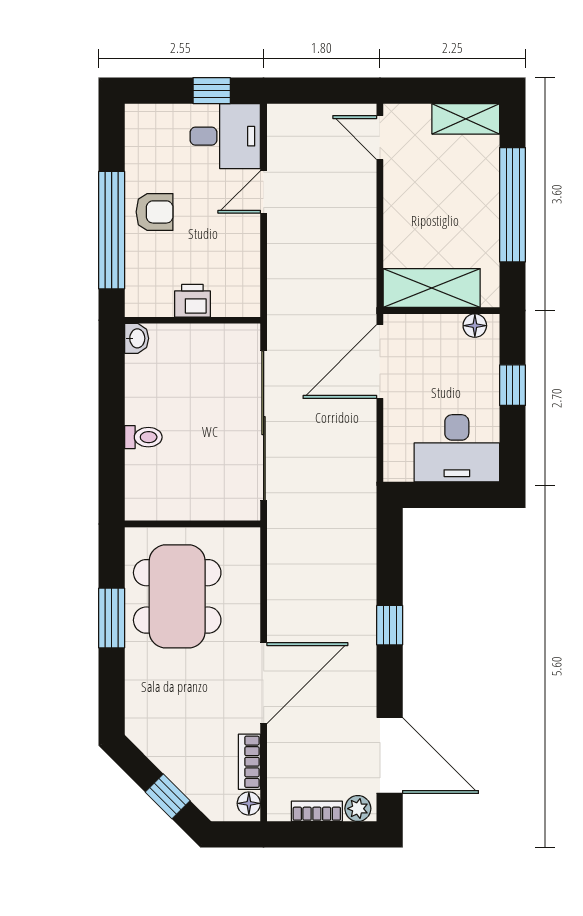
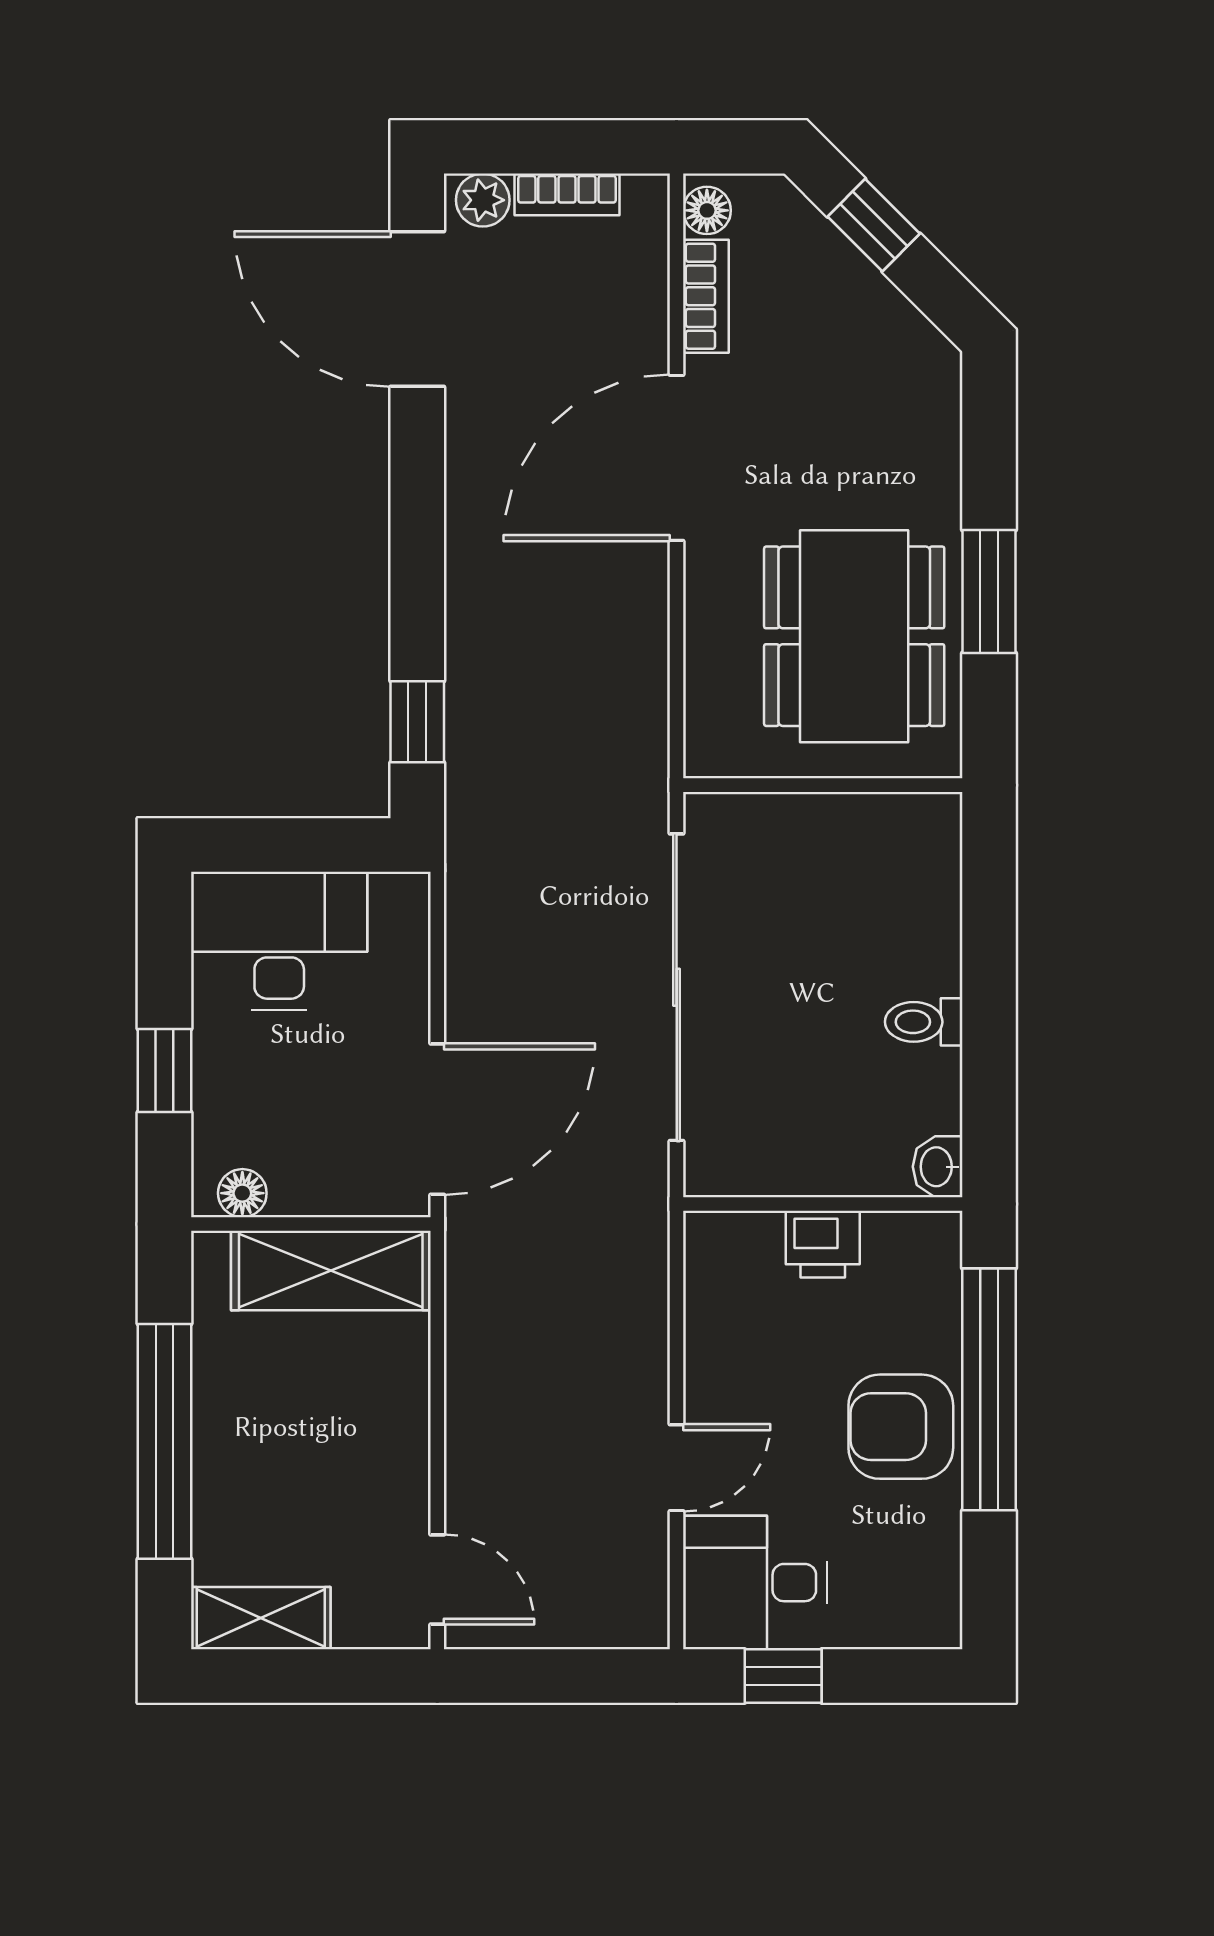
armchair: (155, 212) -> (901, 1427), width x1.38, depth x1.38
toilet: (143, 437) -> (924, 1022), moved
window: (390, 625) -> (417, 722), moved

